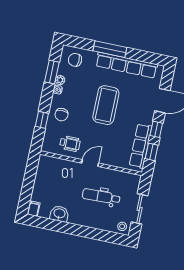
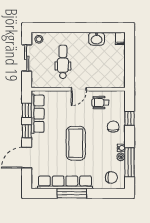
window: (110, 49) -> (72, 193), moved
window: (52, 72) -> (130, 162), width x1.44
dental chair: (101, 196) -> (63, 62), turned -88

